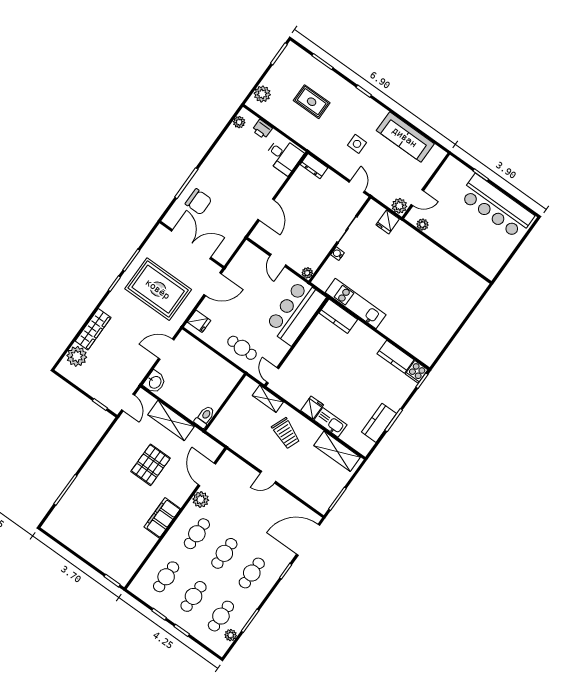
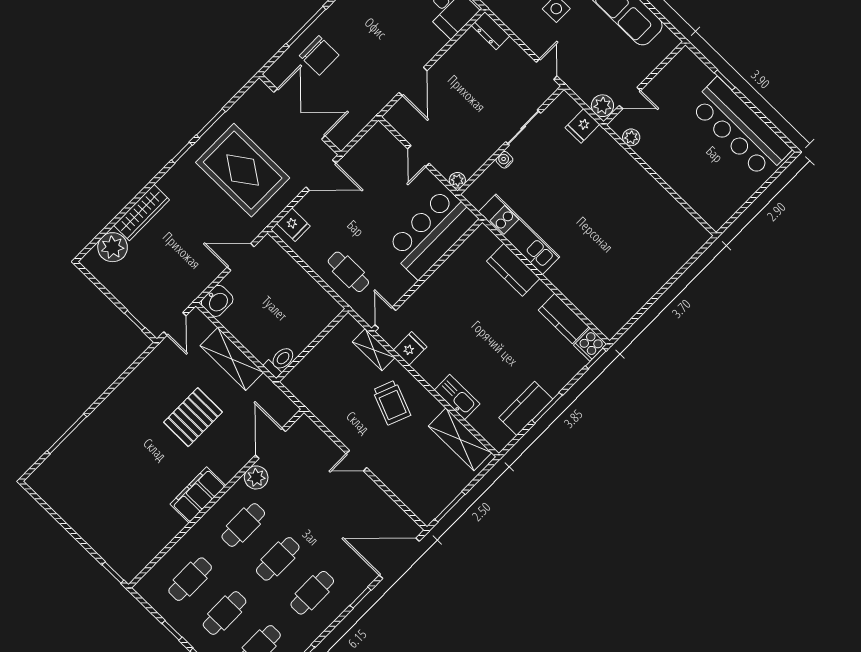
kitchen counter: (338, 316) -> (513, 270), moved
fridge: (312, 408) -> (410, 348), moved

